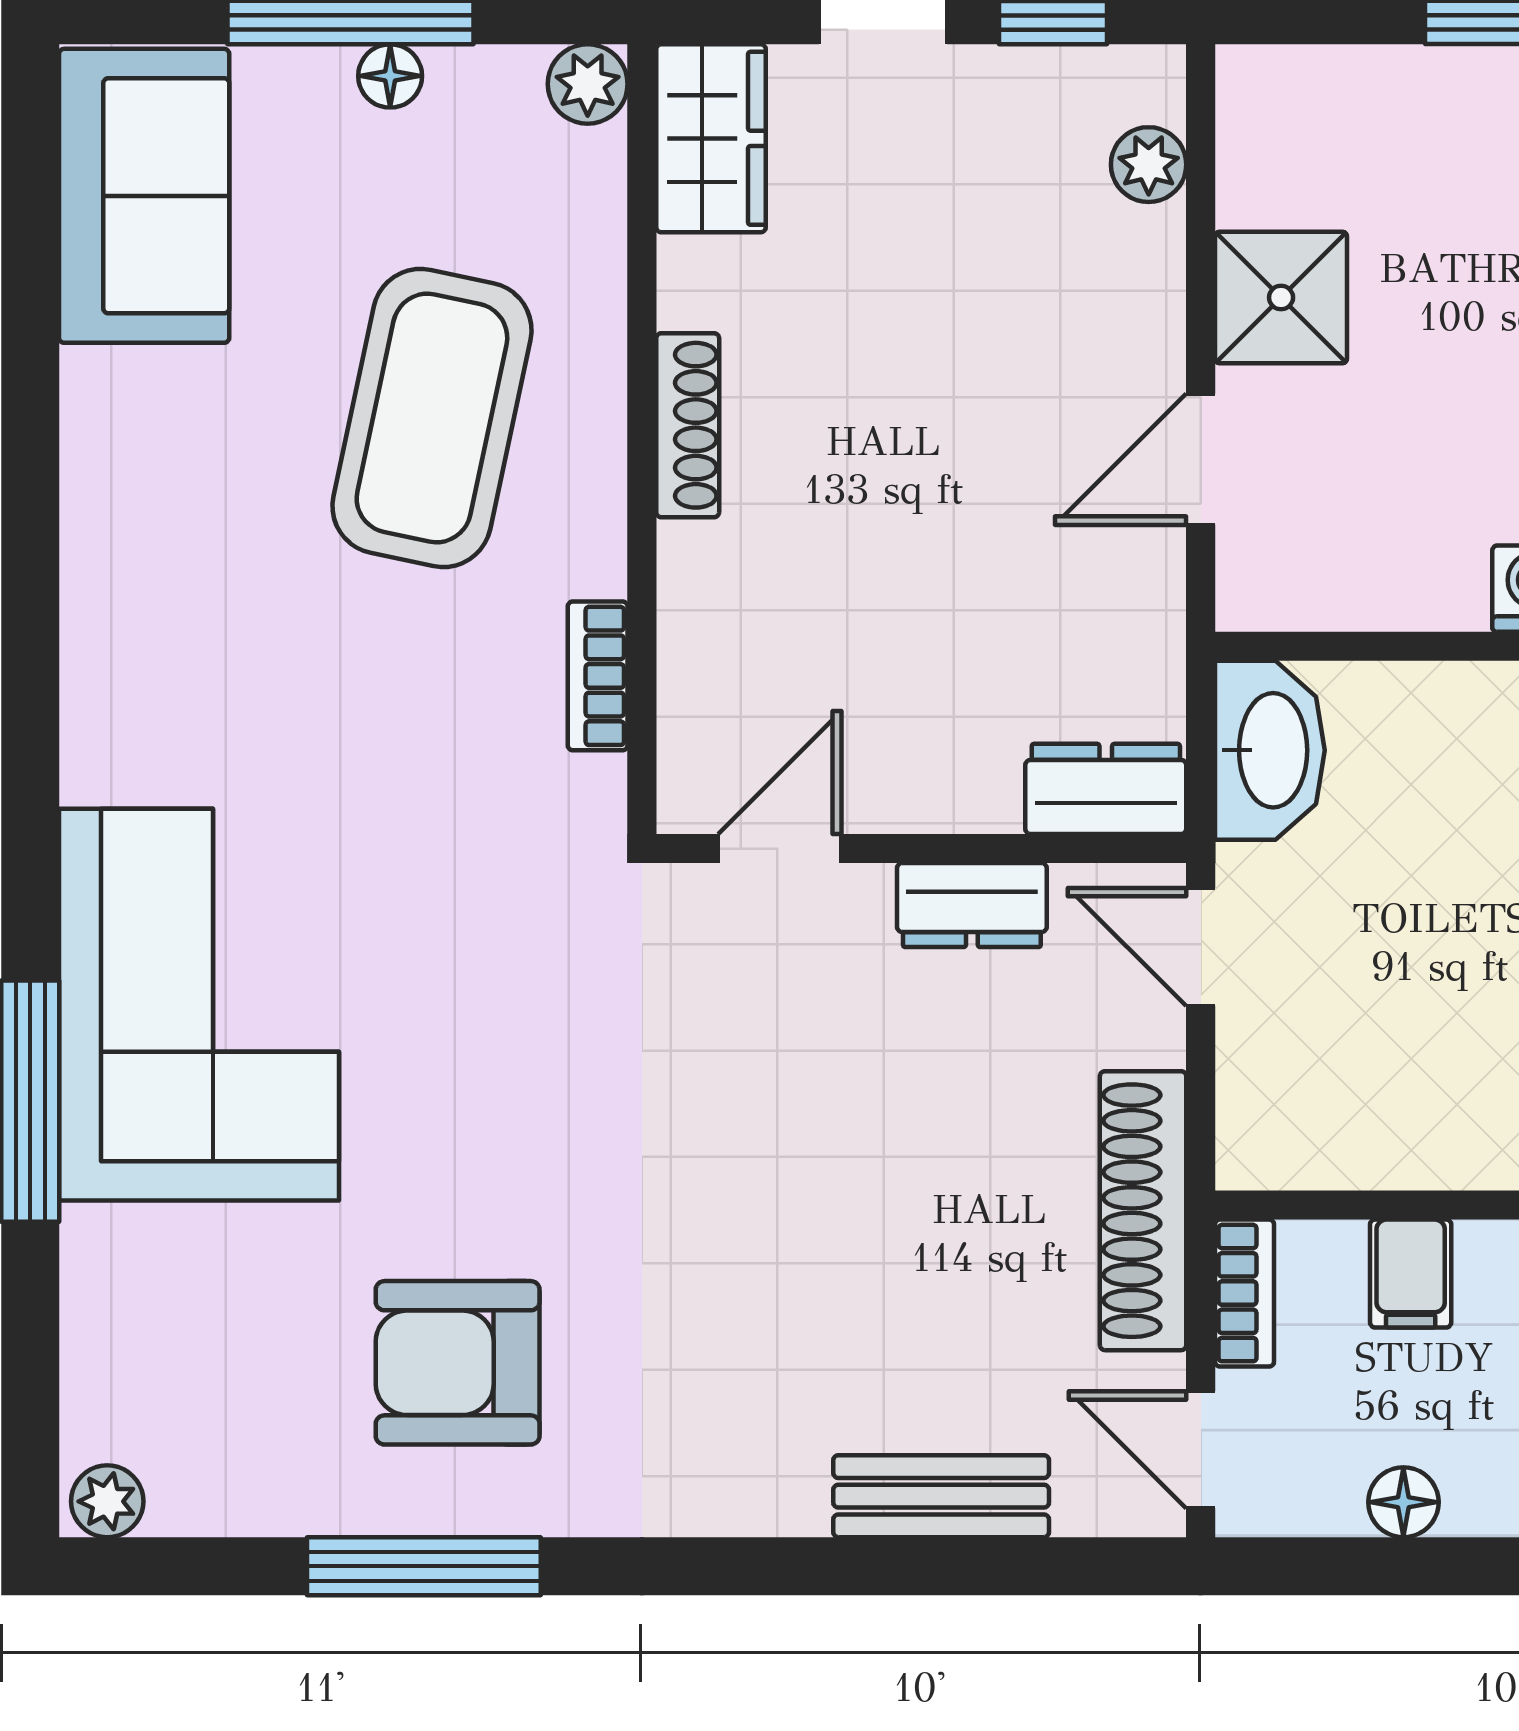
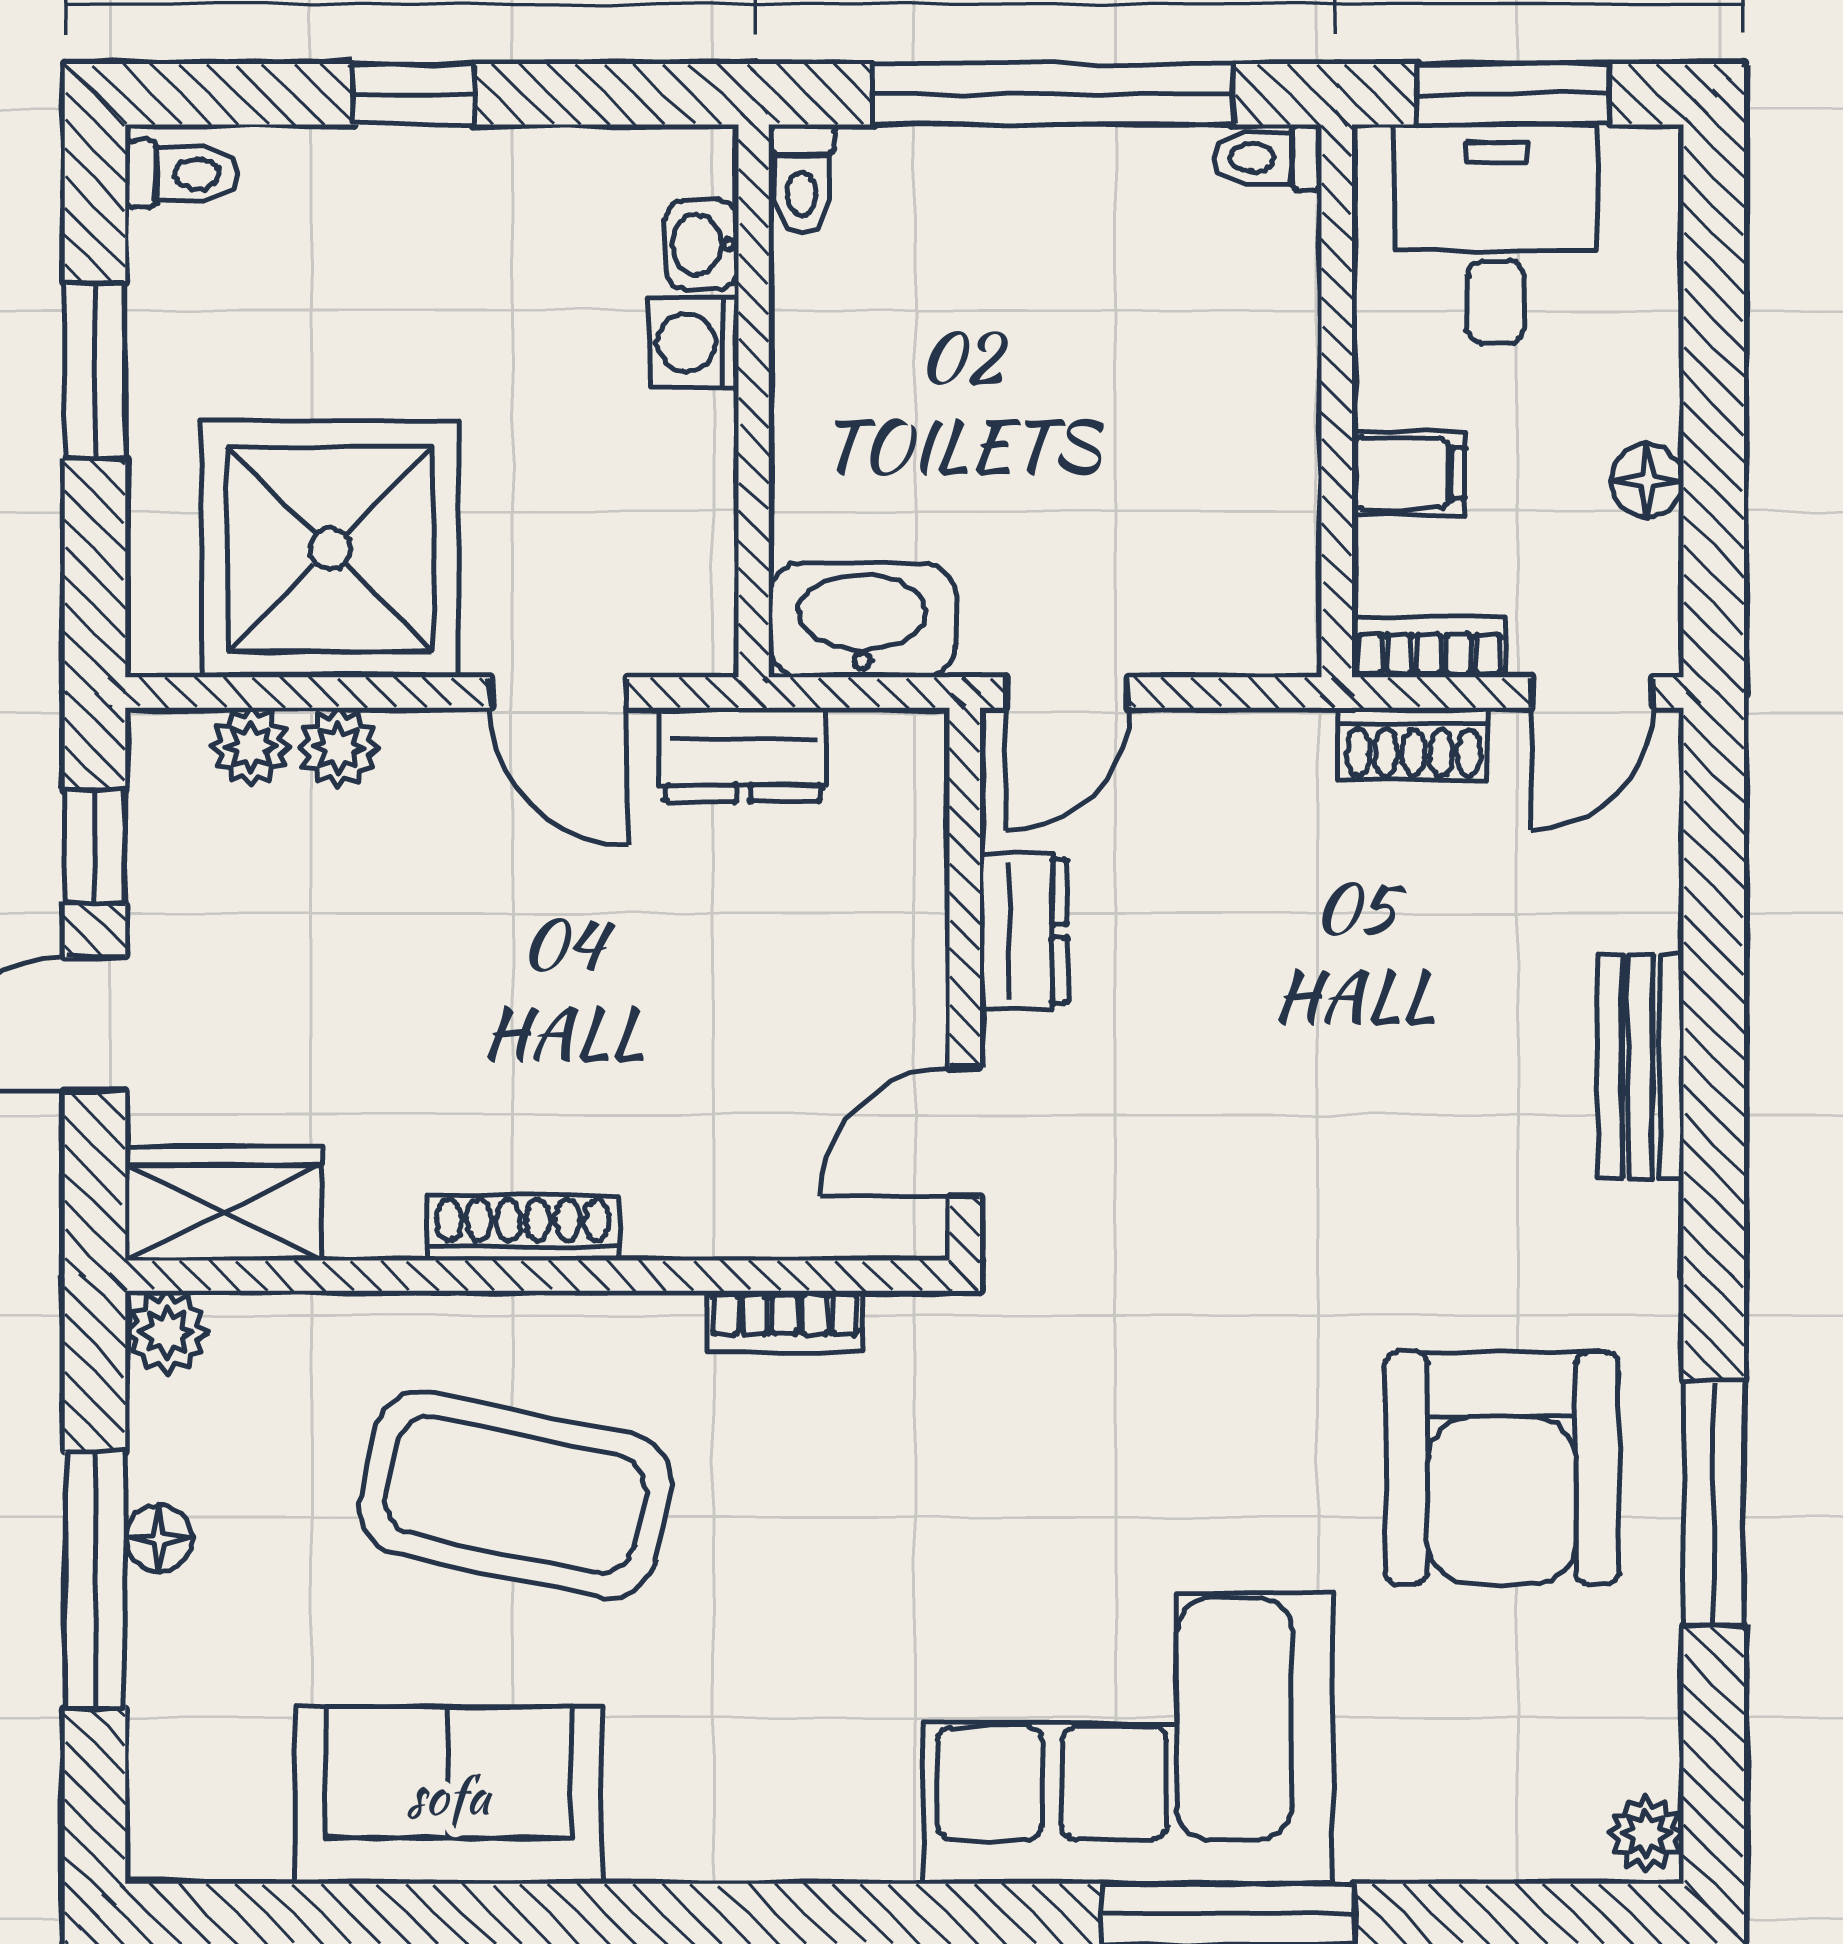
sofa: (144, 196) -> (448, 1795), moved
plant: (1148, 248) -> (338, 748), added
shower: (1281, 298) -> (330, 549), width x1.86, depth x1.86
dresser: (1106, 789) -> (743, 755), moved, turned -90
door: (780, 849) -> (965, 1132), hinge flipped
shoe rack: (1143, 1211) -> (1413, 744), width x0.51, depth x0.81
armchair: (458, 1363) -> (1502, 1468), width x1.36, depth x1.36
bench: (941, 1496) -> (1641, 1067), moved

